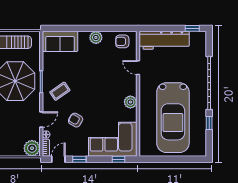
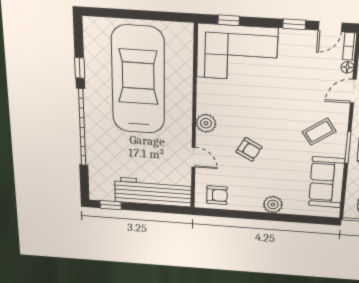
plant: (96, 37) -> (273, 204), moved
sofa: (60, 41) -> (327, 182), moved, turned -90
plant: (130, 102) -> (206, 123), moved
armchair: (76, 120) -> (249, 149), moved

